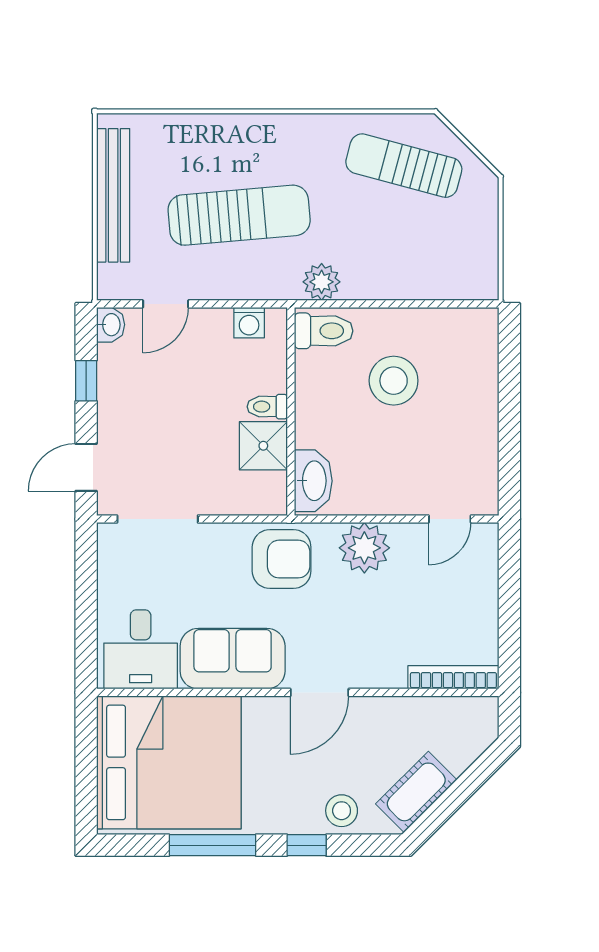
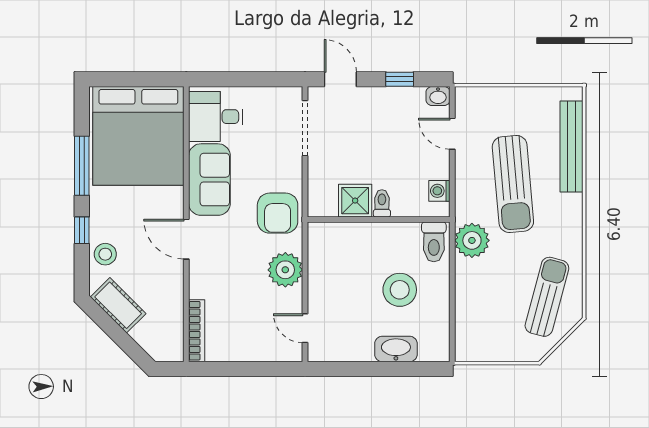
bench: (113, 195) -> (572, 147), moved, turned 90
plant: (322, 282) -> (472, 240), width x1.36, depth x1.36
washbasin: (313, 481) -> (396, 349), moved, turned 180

